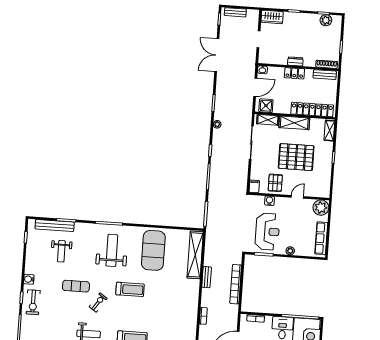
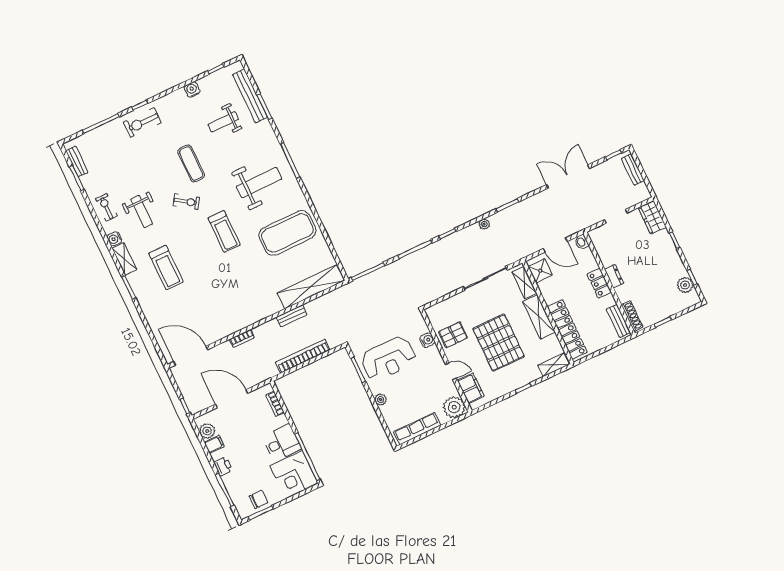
filing cabinet: (254, 186) -> (471, 388), moved, width x2.00
water cooler: (29, 279) -> (192, 90), moved

